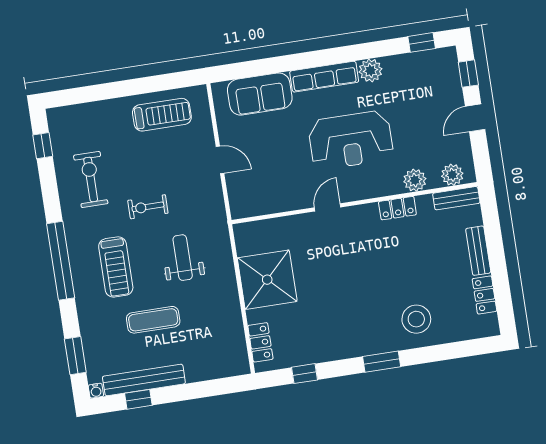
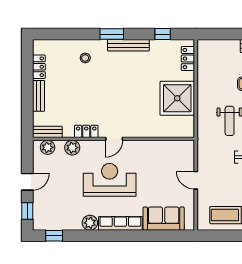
door: (328, 207) -> (114, 139), moved
stool: (416, 319) -> (85, 58), width x0.53, depth x0.53
bench: (354, 349) -> (128, 45), added

